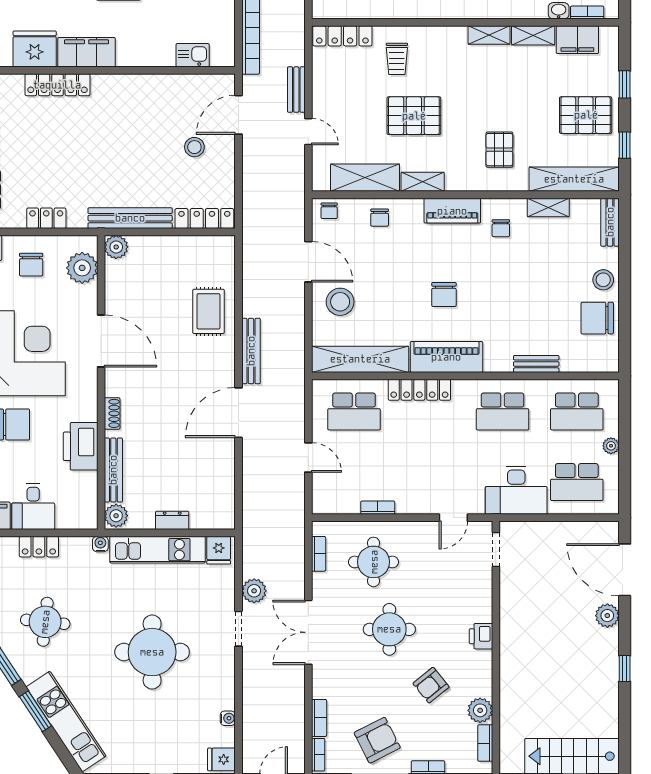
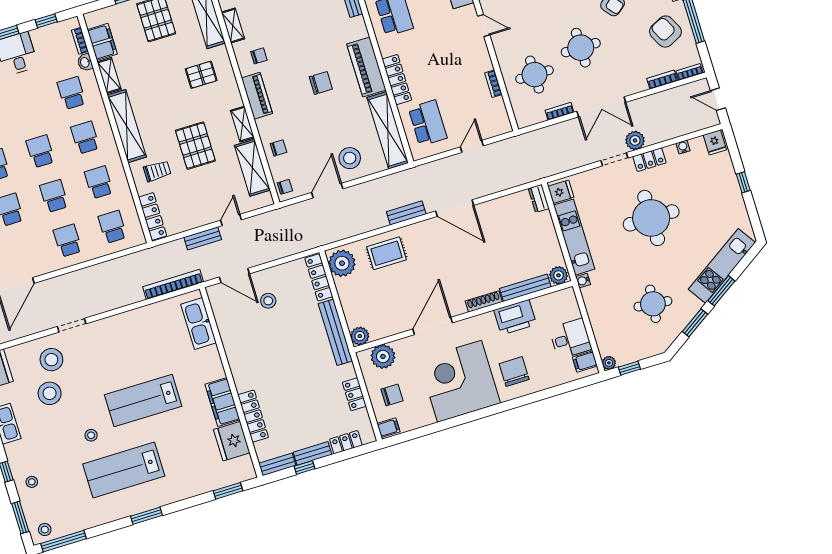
shelving: (489, 35) -> (127, 126), width x2.20, depth x1.33
kitchen sink: (193, 55) -> (199, 323), width x1.88, depth x1.24
plant: (213, 253) -> (342, 263), added
bench: (251, 351) -> (406, 213), width x0.73
shoe rack: (112, 413) -> (484, 301), width x1.43
dresser: (172, 520) -> (539, 198), moved
locker: (39, 547) -> (649, 160), moved, turned 90
bookcase: (319, 554) -> (560, 111), moved
plant: (254, 591) -> (635, 140), moved

